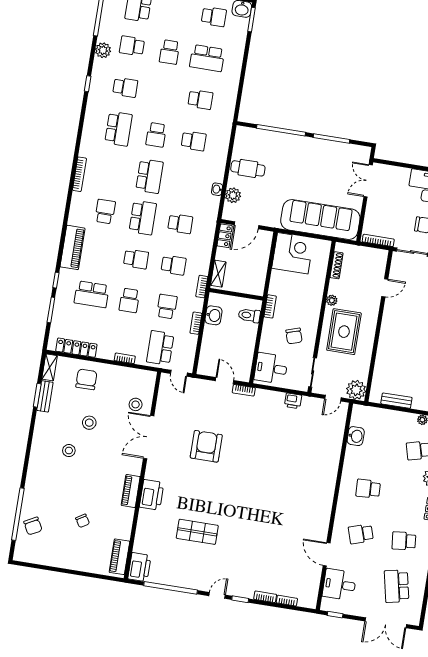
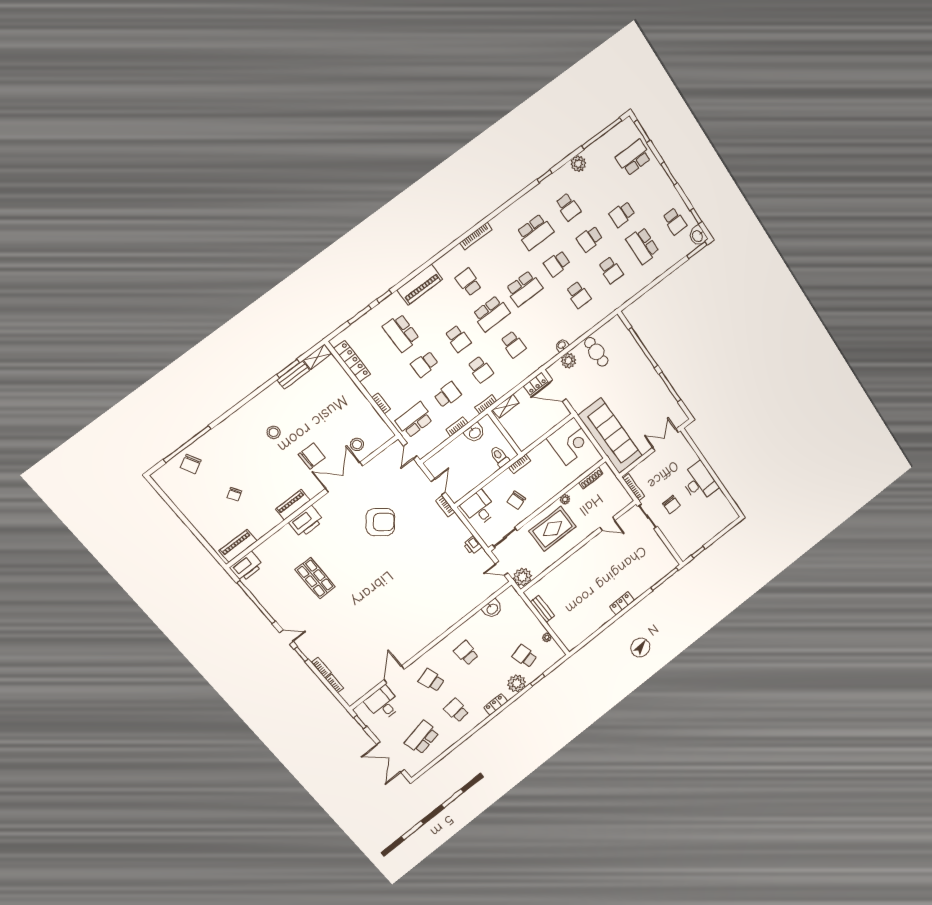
school desk: (132, 46) -> (590, 239), moved, turned -90
school desk: (105, 212) -> (469, 282), turned -90
chair: (86, 379) -> (312, 456), moved
stool: (89, 423) -> (309, 426), removed
armchair: (206, 446) -> (380, 522), turned 38

